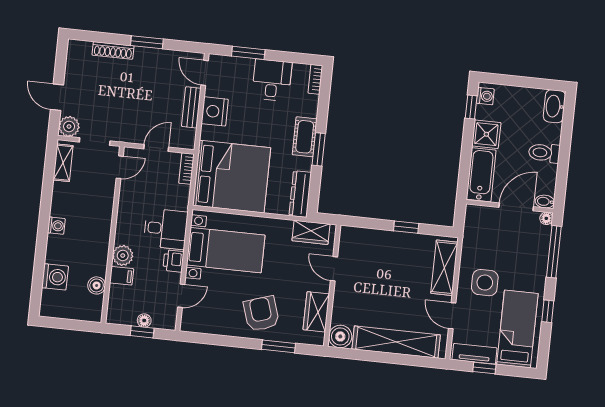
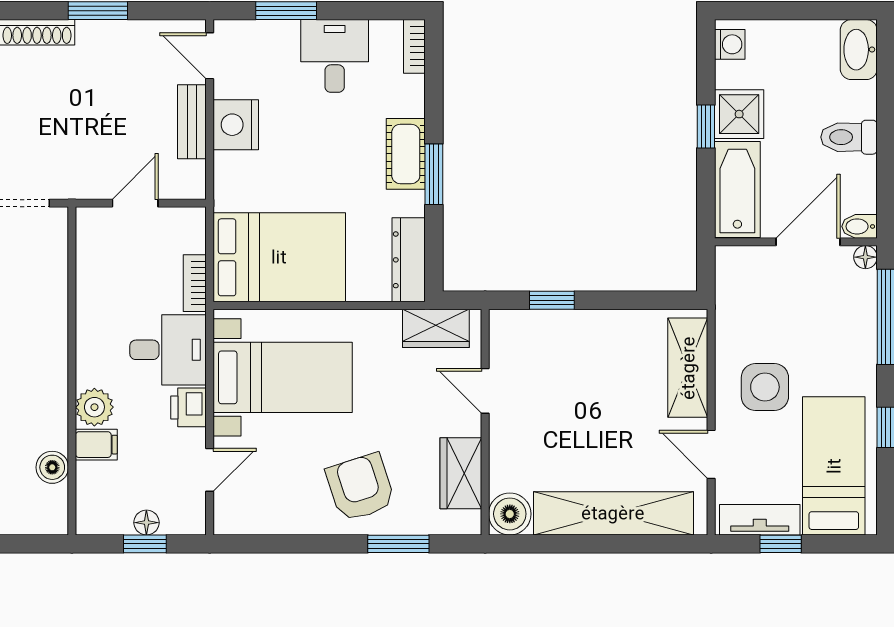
window: (471, 107) -> (706, 127), moved
door: (120, 167) -> (72, 246), removed
bookcase: (186, 169) -> (195, 283), moved
bed: (232, 177) -> (279, 257), width x0.73
window: (406, 227) -> (552, 300), moved

